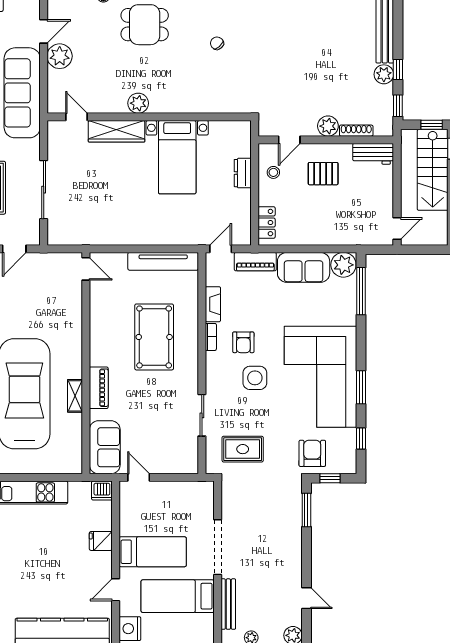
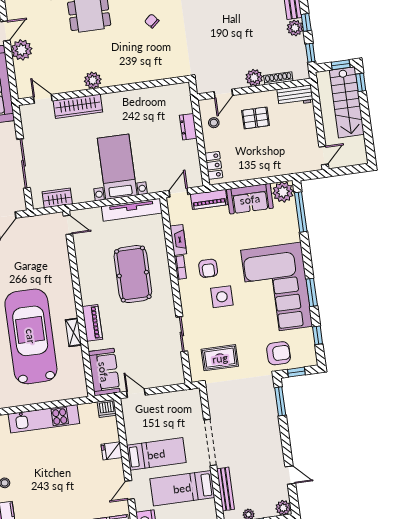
bed with nightstands: (177, 157) -> (117, 167), moved, turned 180
wardrobe: (78, 236) -> (57, 198), added
armchair: (312, 453) -> (279, 353), turned 90

